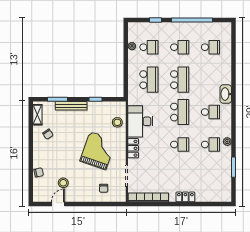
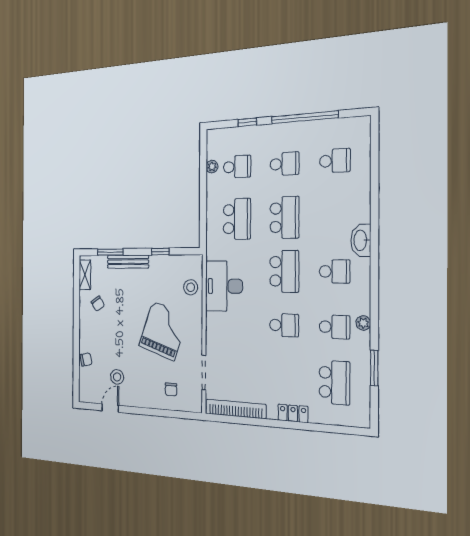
locker: (133, 148) -> (213, 329), removed
school desk: (210, 177) -> (334, 382), added

